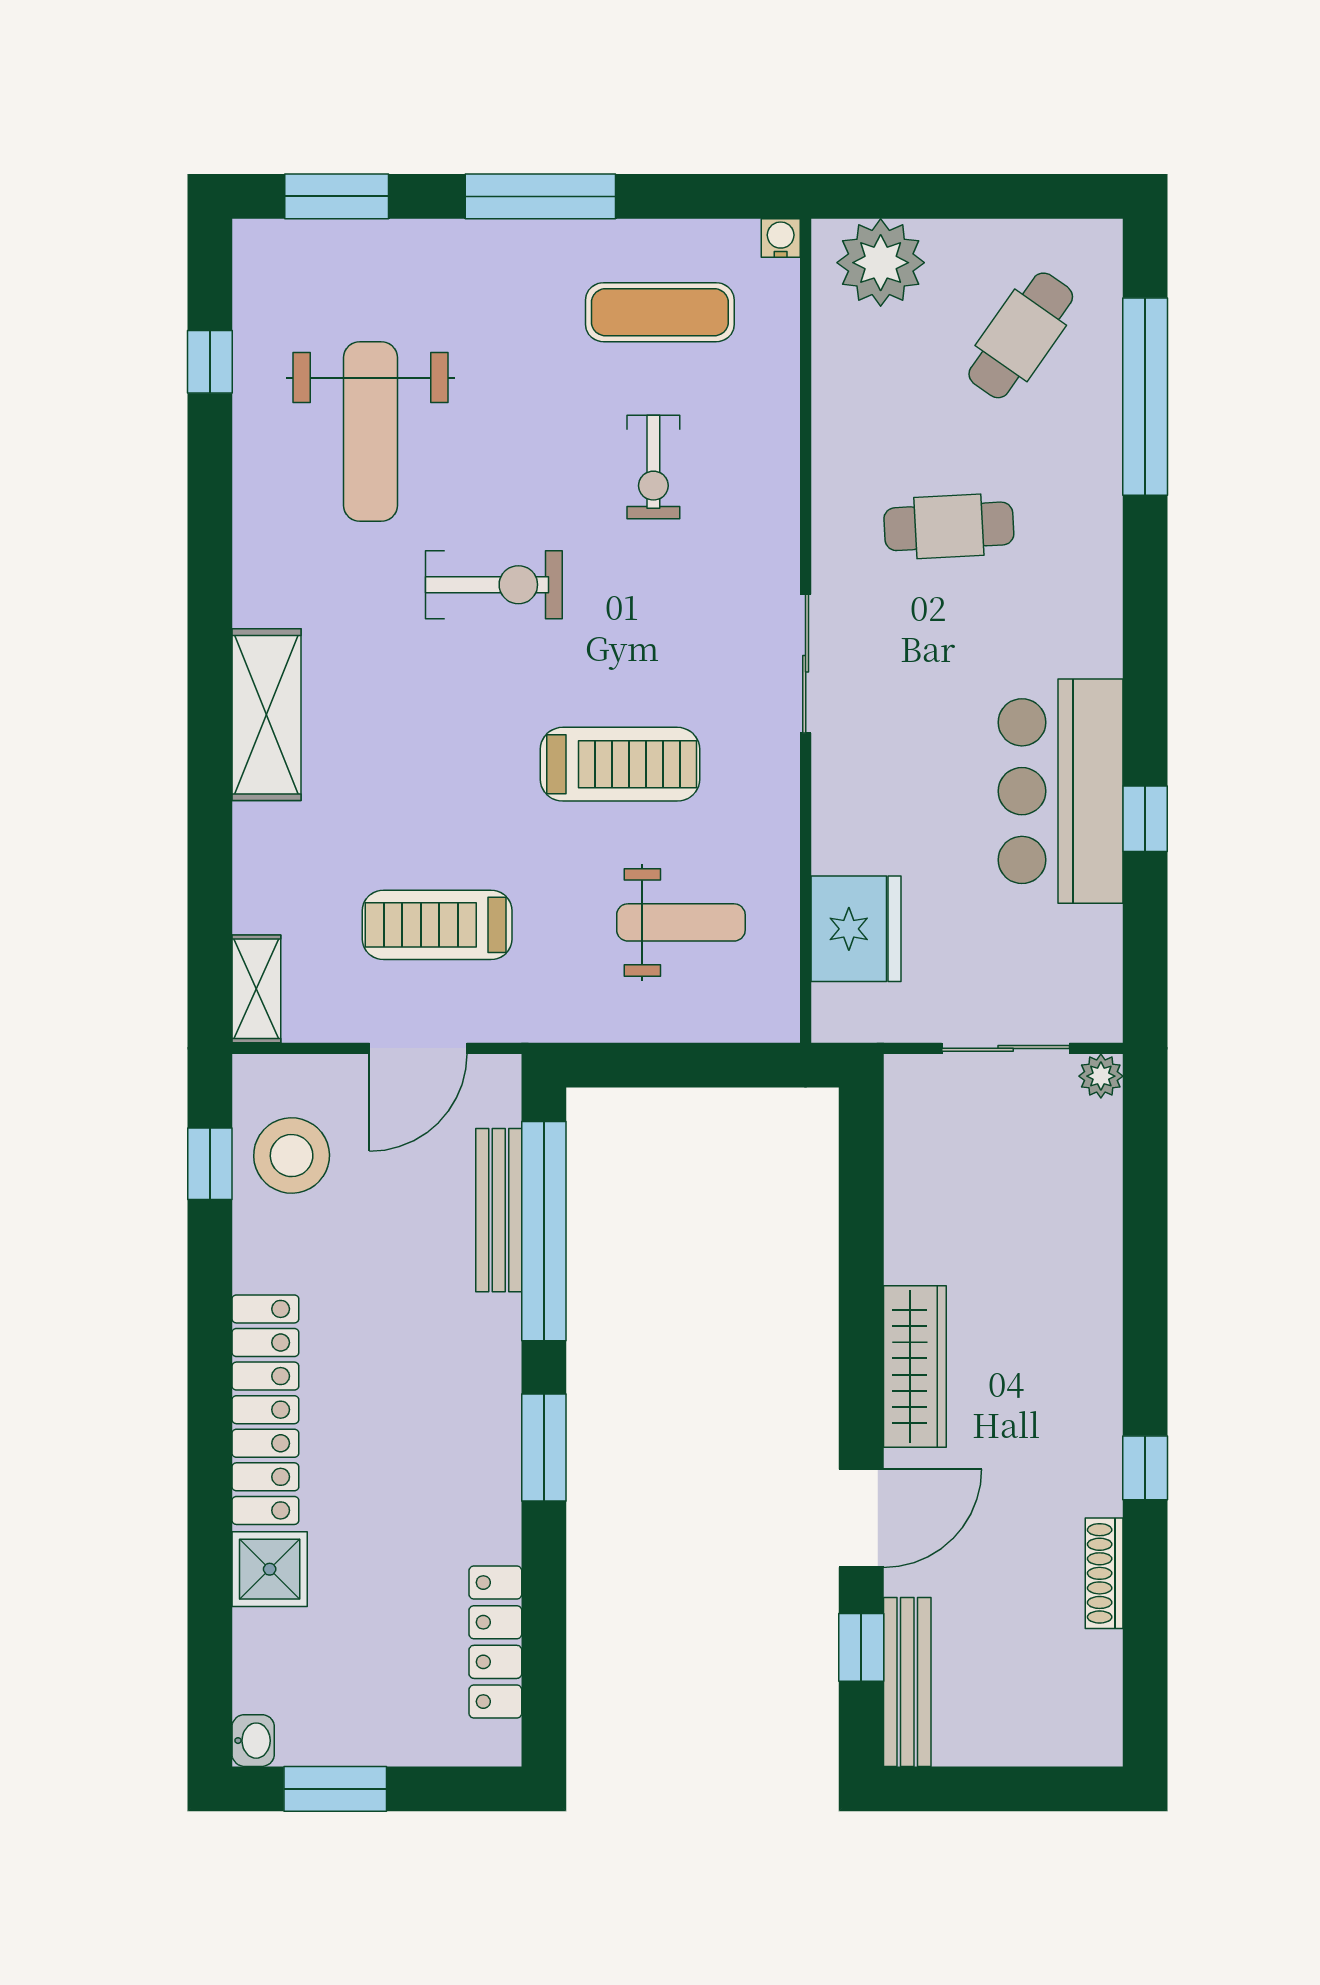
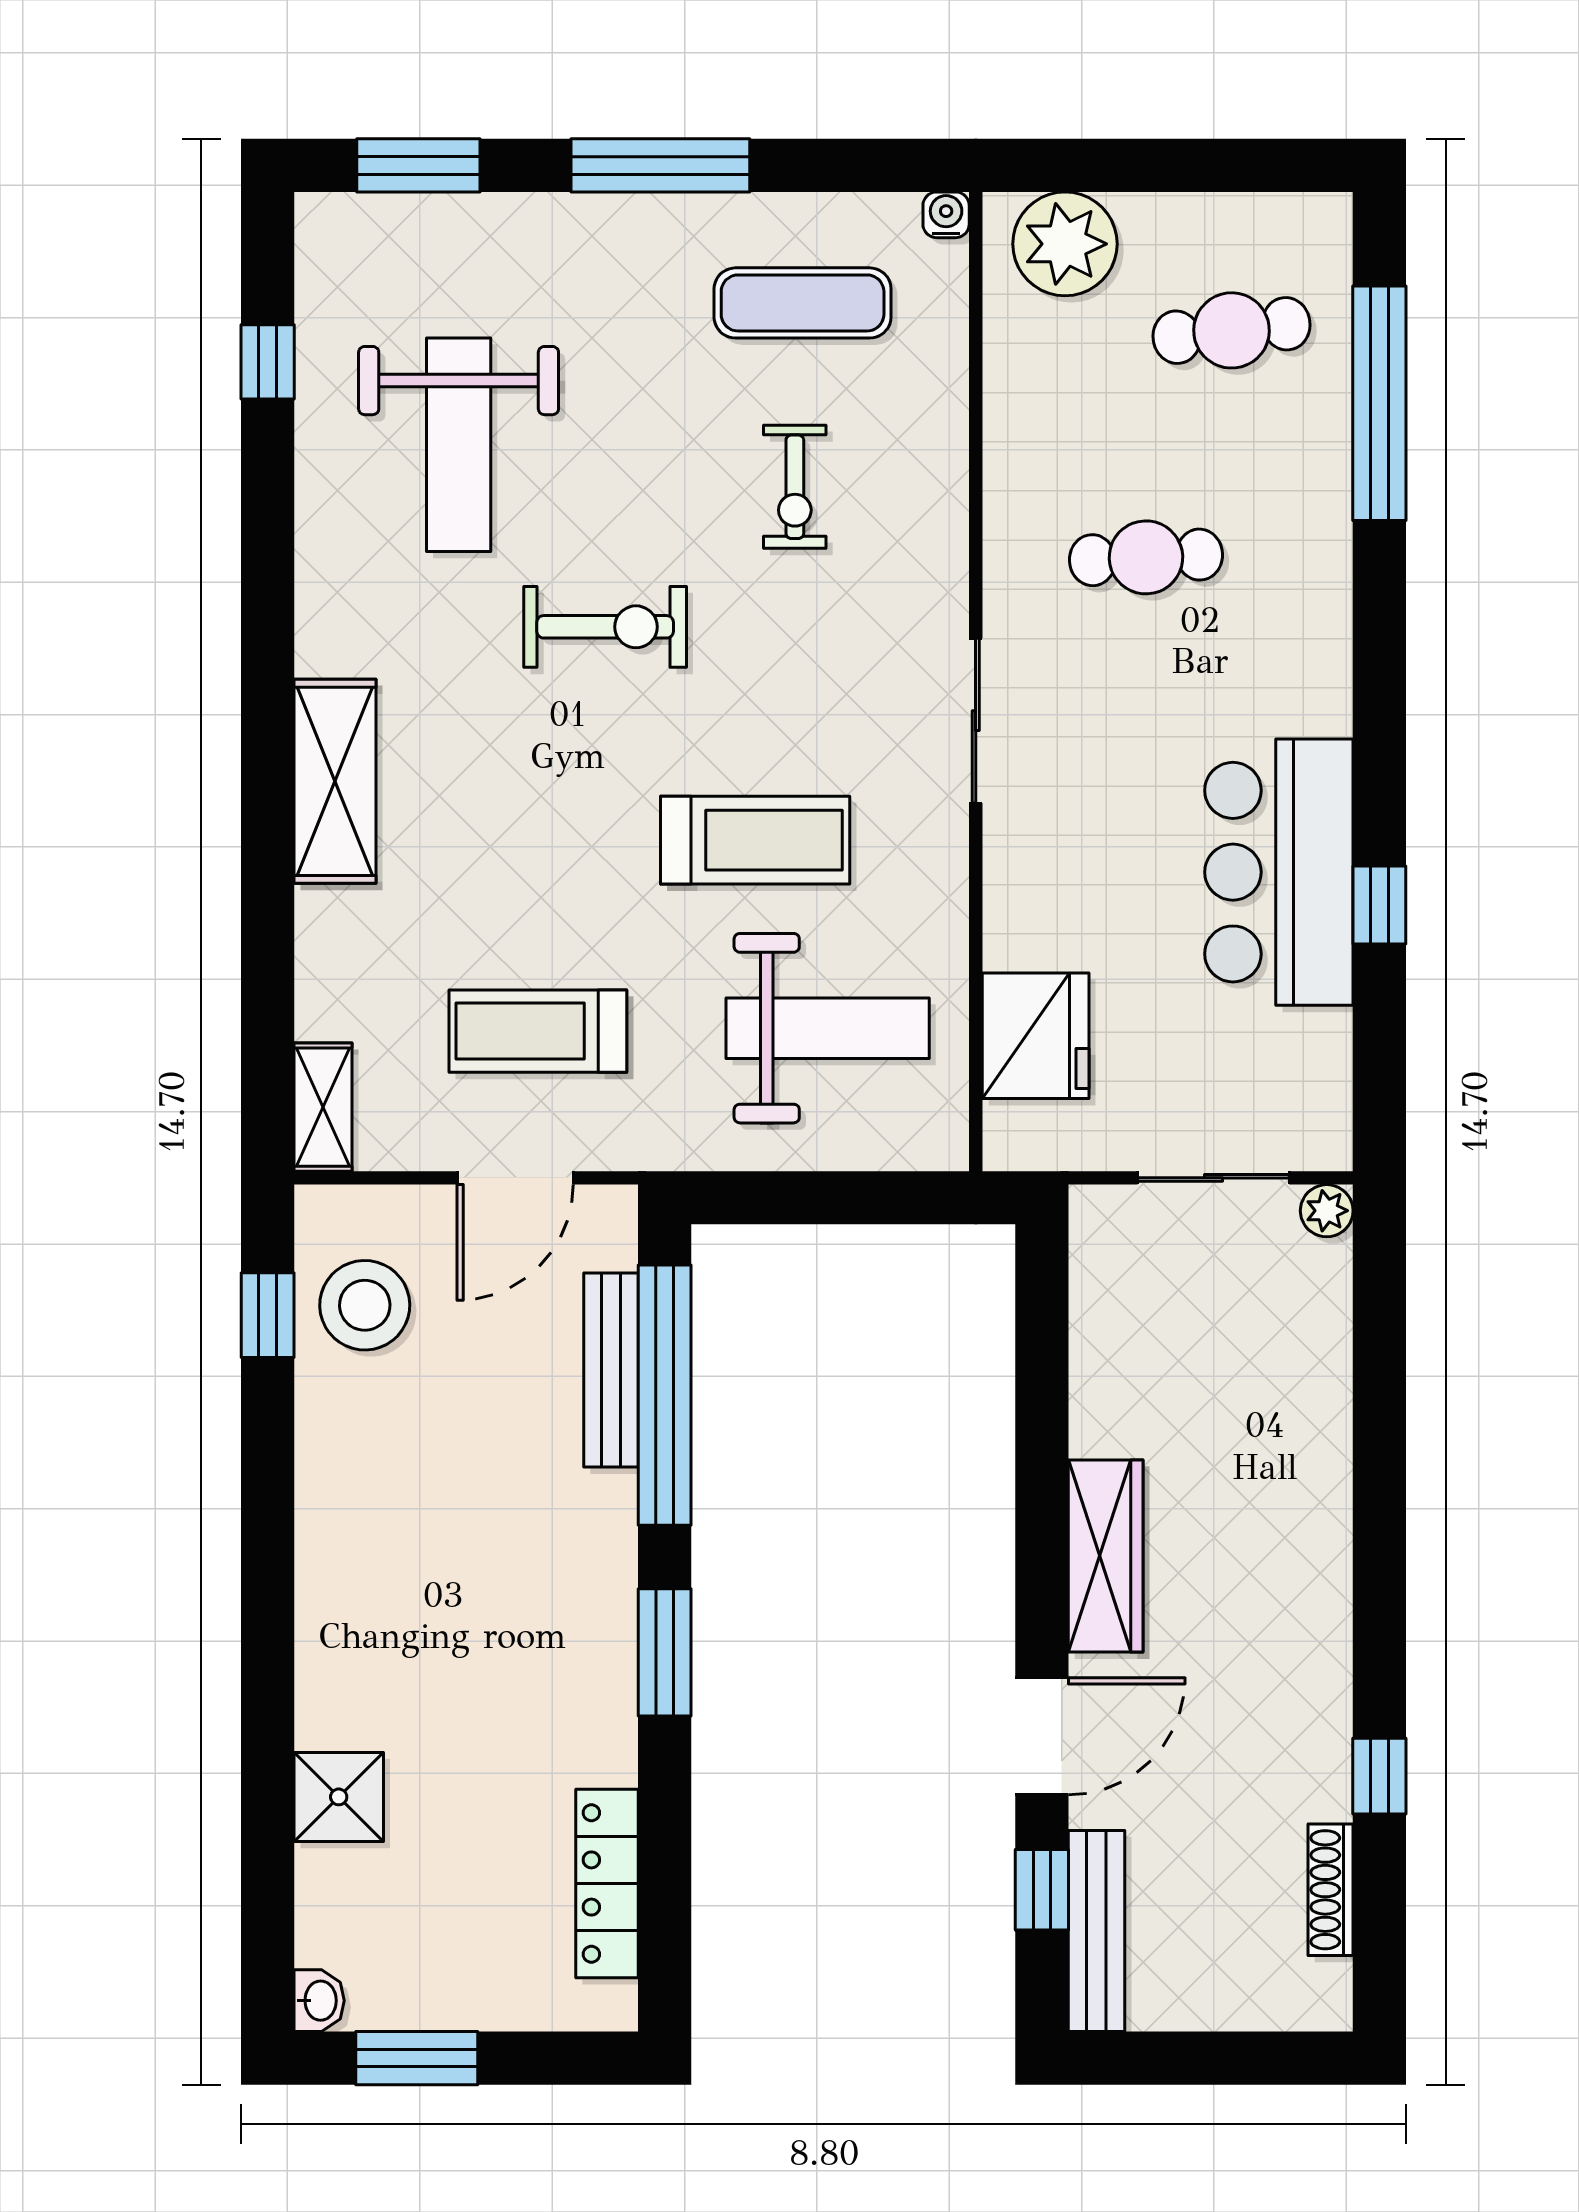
cafe table: (1021, 335) -> (1232, 330), turned 48
weight bench: (681, 922) -> (828, 1028), width x1.36, depth x1.33
locker: (265, 1410) -> (334, 1607), removed
window: (1145, 1468) -> (1379, 1776), moved
shoe rack: (1104, 1573) -> (1331, 1890), moved

